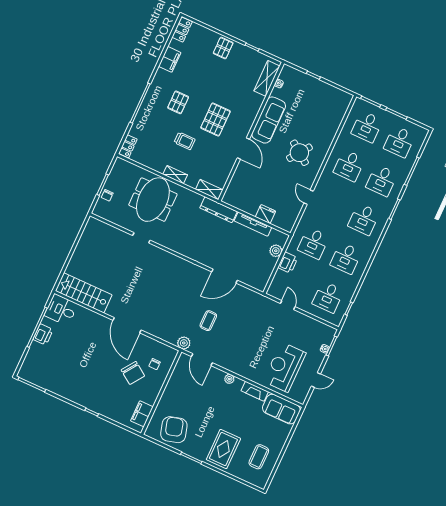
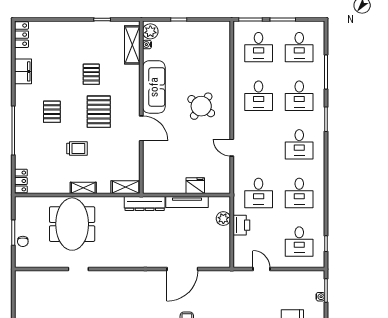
pallet: (223, 48) -> (91, 74), moved
plant: (286, 74) -> (150, 31), added

